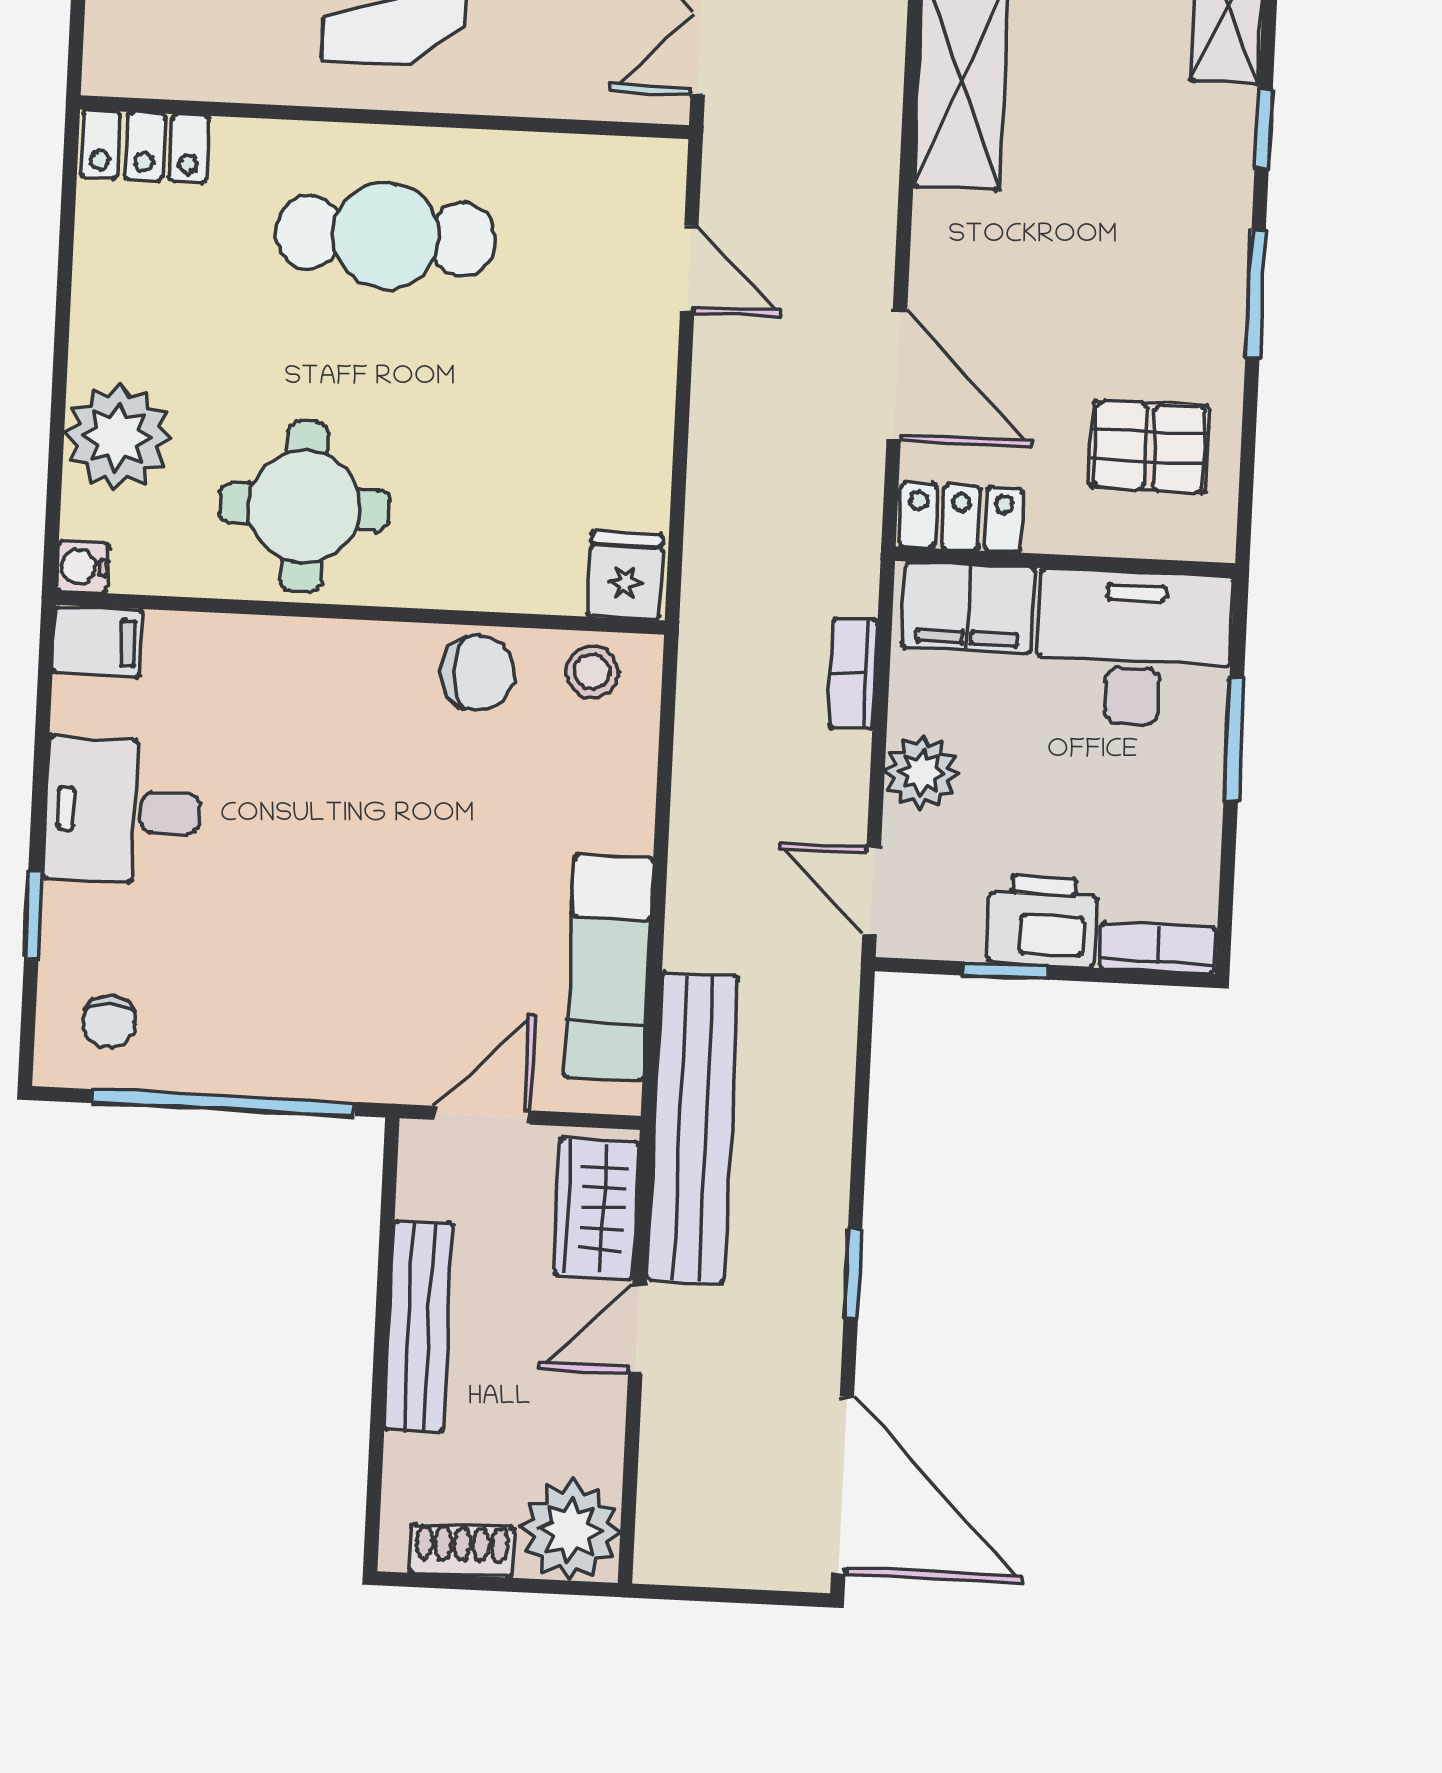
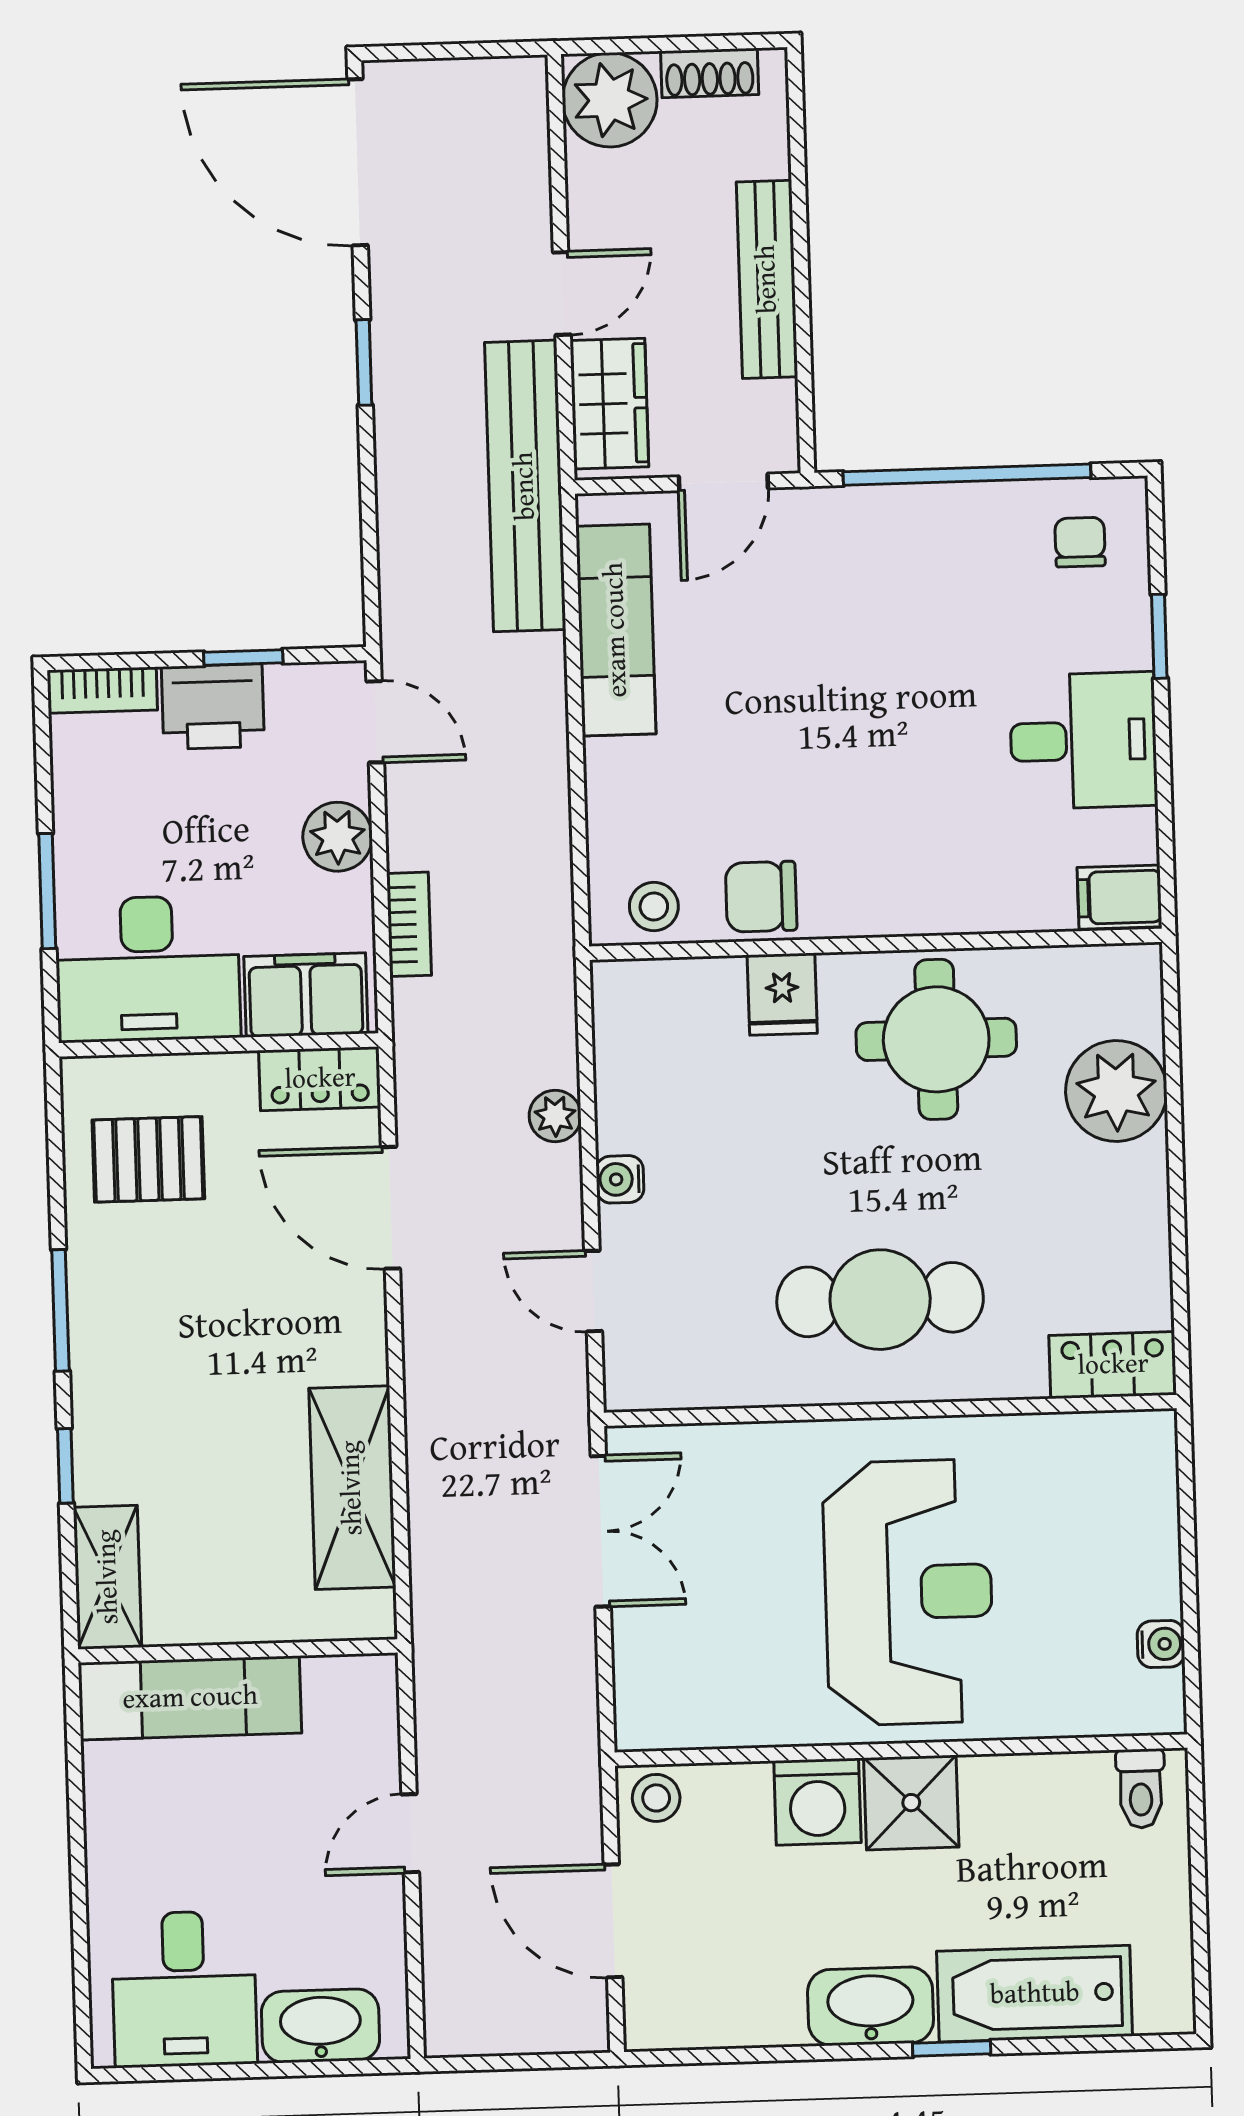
plant: (715, 458) -> (555, 1116), added
water cooler: (83, 567) -> (620, 1179), moved, turned 180
fridge: (625, 576) -> (782, 994), moved

